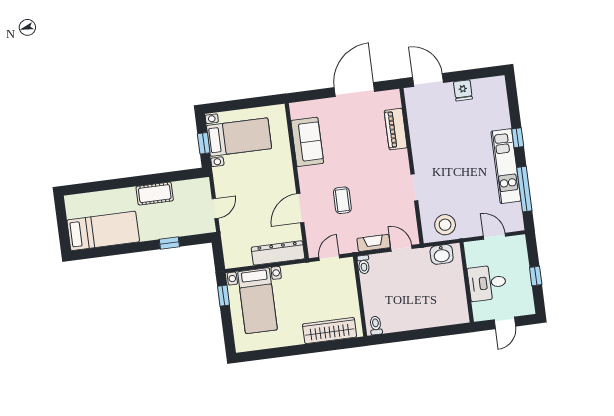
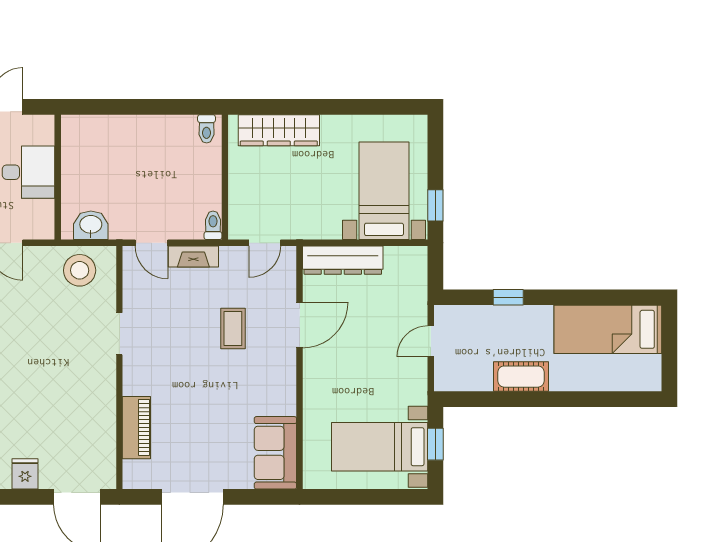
sofa: (307, 142) -> (275, 453), moved

